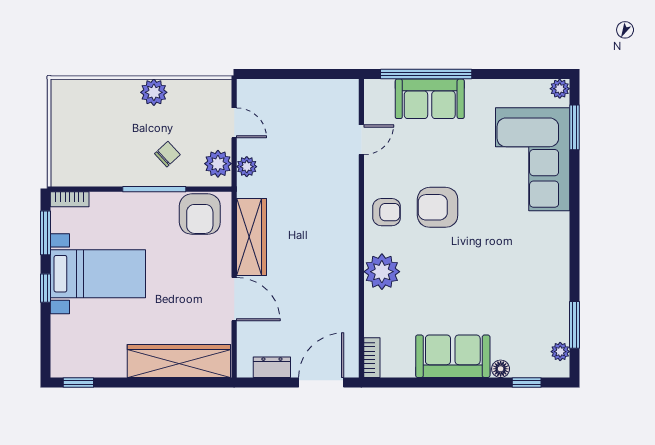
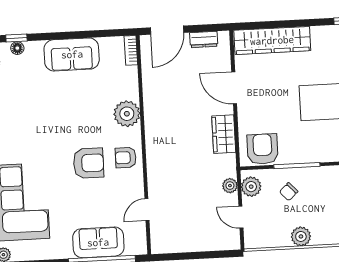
wardrobe: (251, 237) -> (224, 134), width x0.67
floor lamp: (501, 369) -> (17, 48), moved

